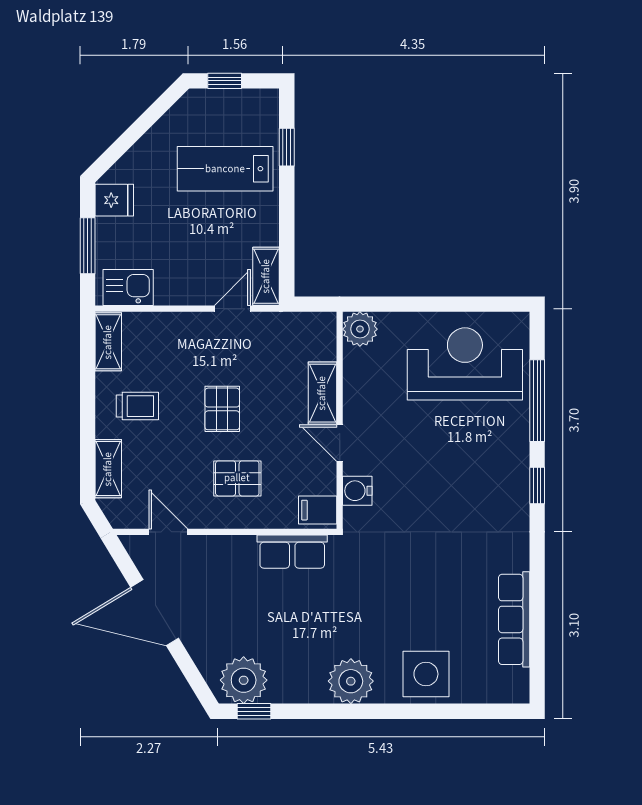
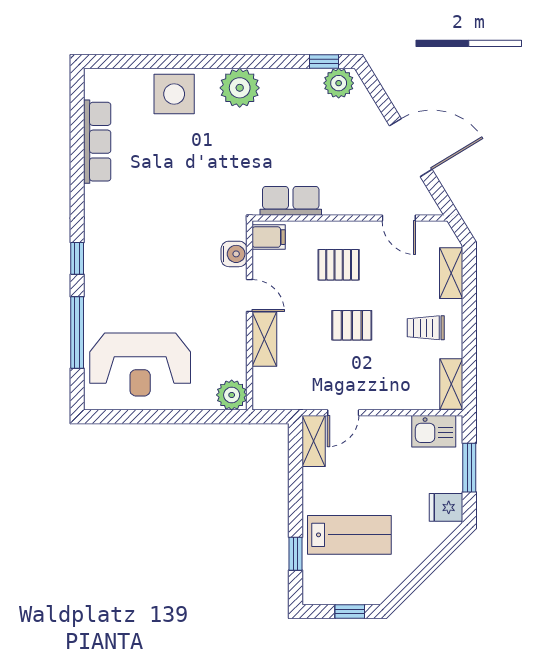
pallet: (222, 409) -> (352, 325), turned 90
plant: (244, 680) -> (339, 83), width x0.73, depth x0.73

